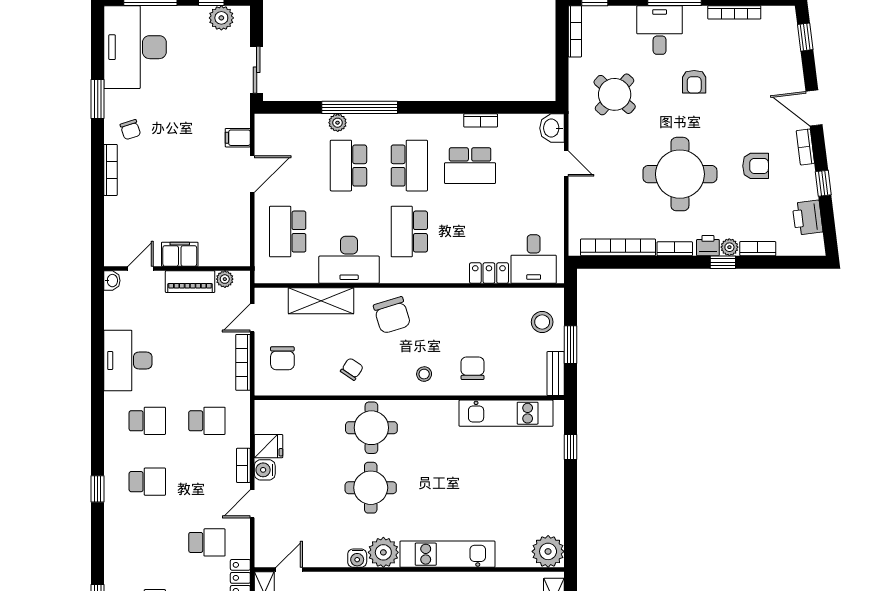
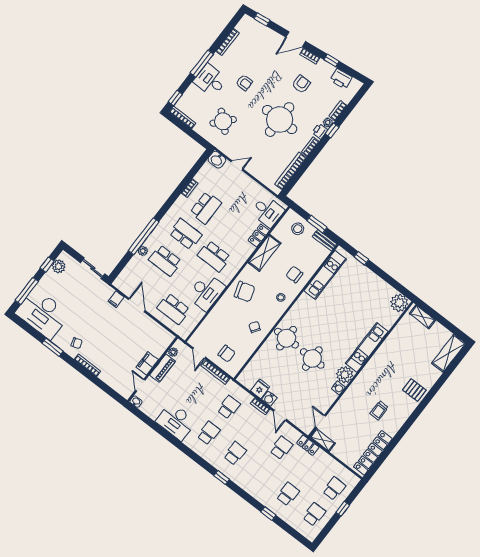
shelving: (321, 301) -> (264, 253), moved

